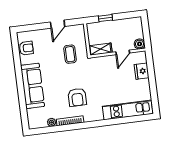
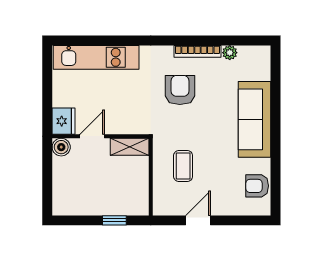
boiler: (140, 44) -> (61, 147), moved
shelving: (100, 49) -> (130, 147), moved
door: (123, 52) -> (92, 136), moved
wall: (118, 53) -> (100, 136), moved

